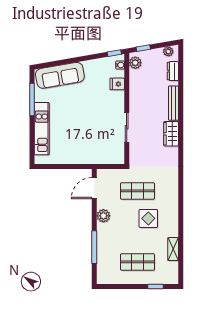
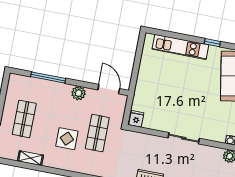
fridge: (117, 84) -> (136, 119), moved
window: (32, 99) -> (212, 43), width x0.46
sliding door: (127, 127) -> (184, 138), moved

